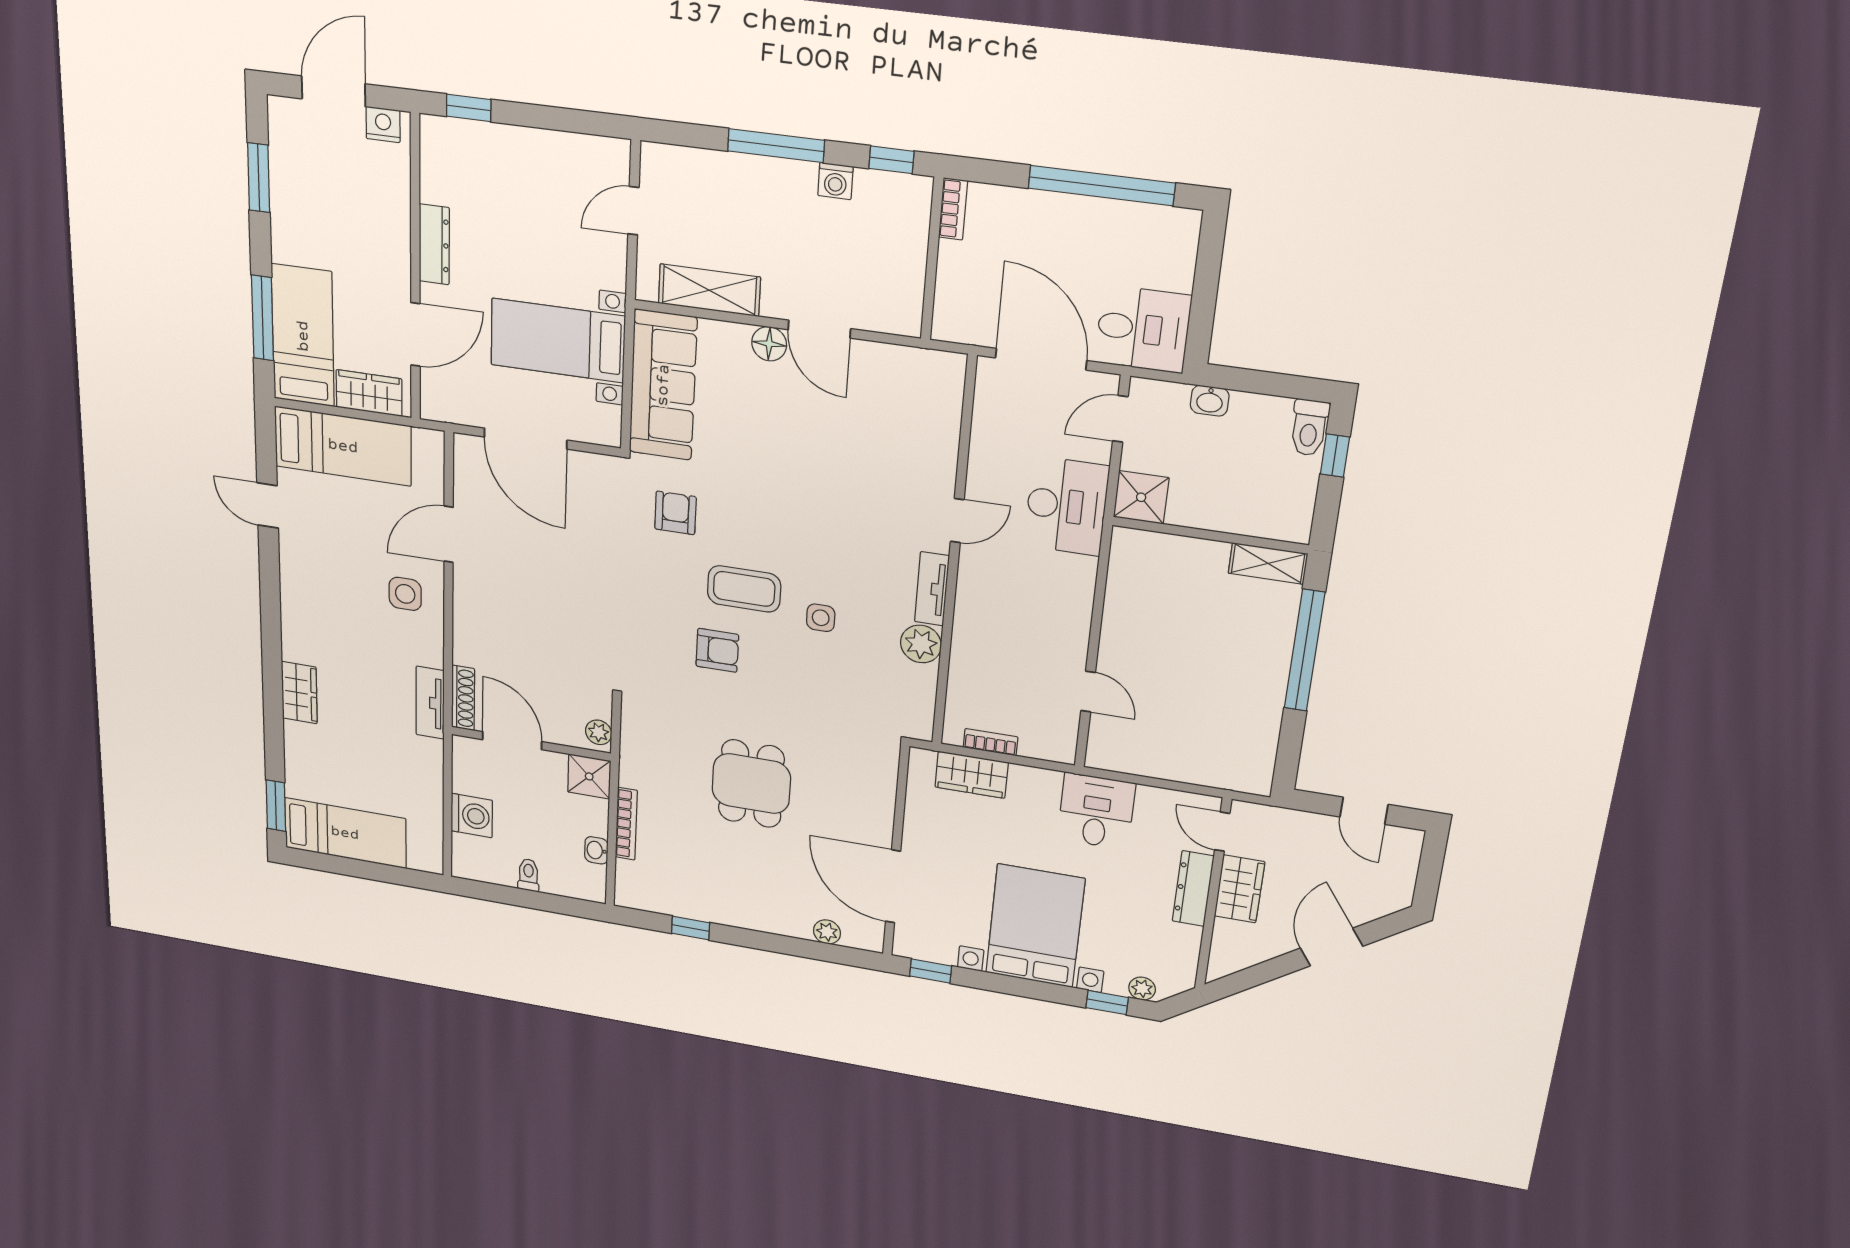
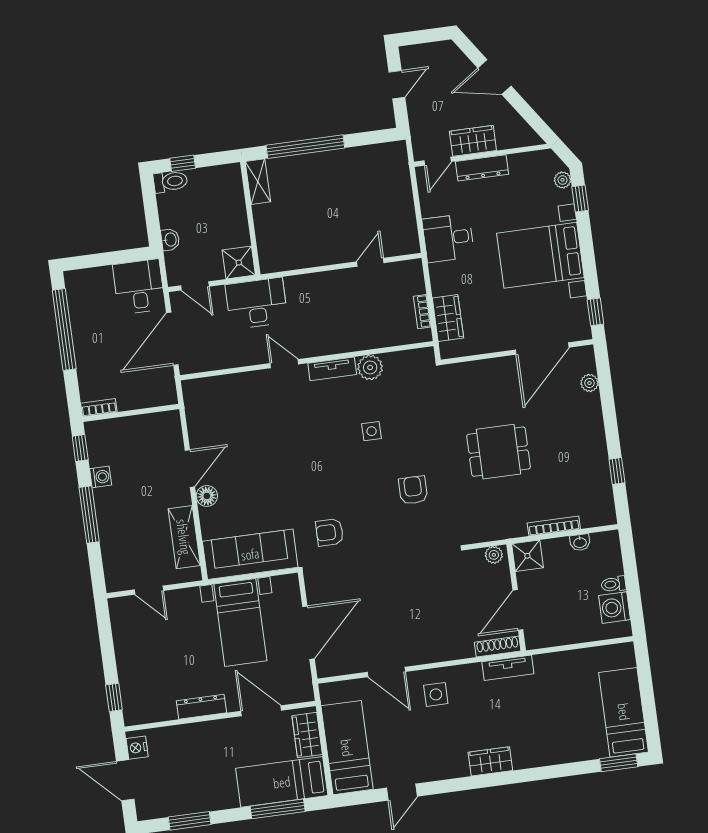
coffee table: (744, 589) -> (367, 481), removed
wardrobe: (299, 693) -> (490, 761), moved
washing machine: (472, 816) -> (615, 608), moved, turned -90

